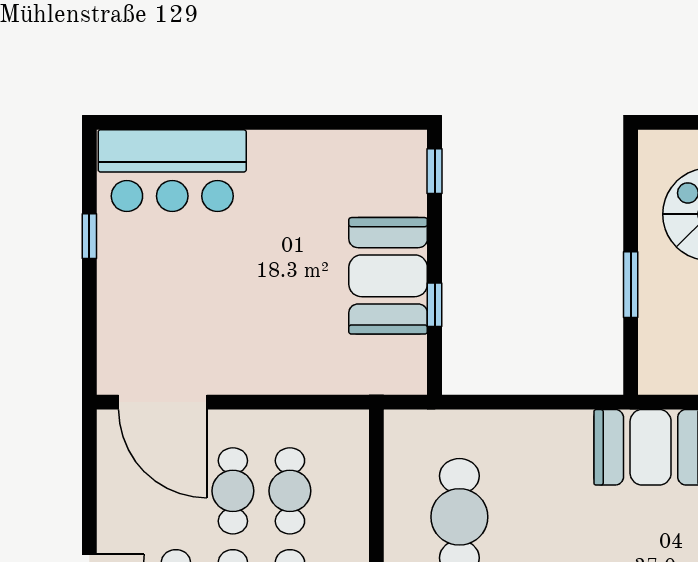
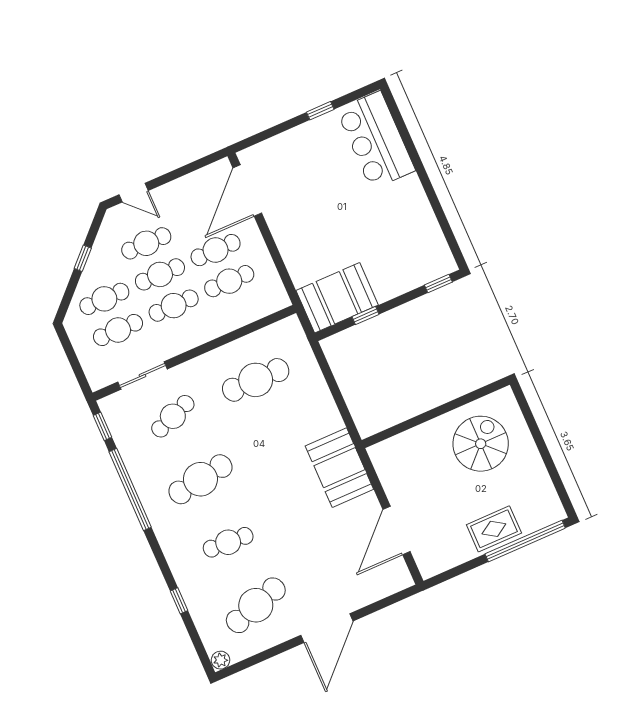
booth: (388, 276) -> (337, 298), moved
window: (631, 285) -> (423, 418), removed

